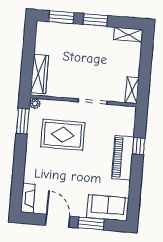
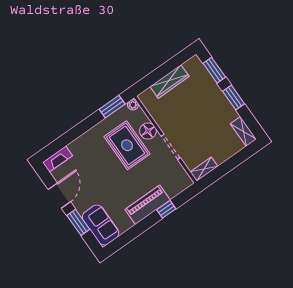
wardrobe: (39, 74) -> (170, 81), moved
floor lamp: (65, 109) -> (148, 131), added

